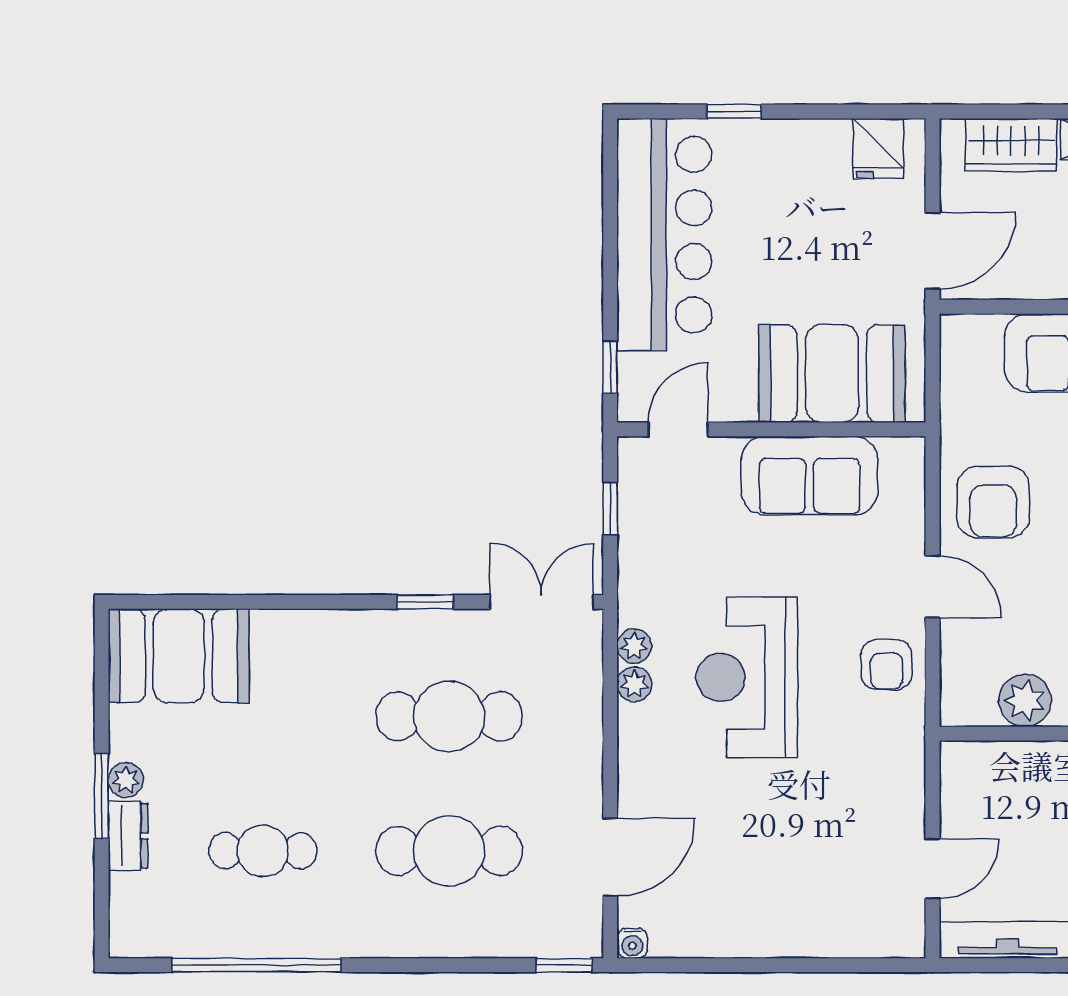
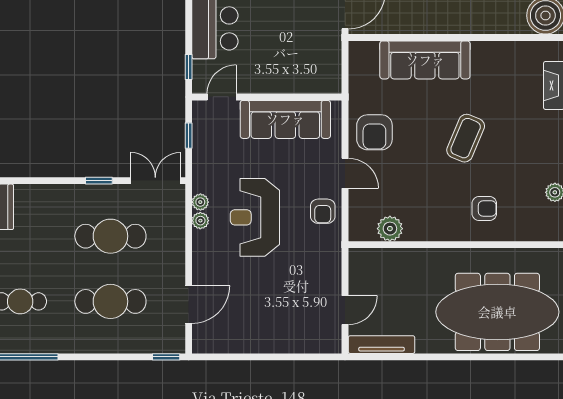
booth: (832, 374) -> (296, 70), removed
sofa: (809, 476) -> (285, 119), width x1.36
water cooler: (632, 943) -> (199, 346), removed

